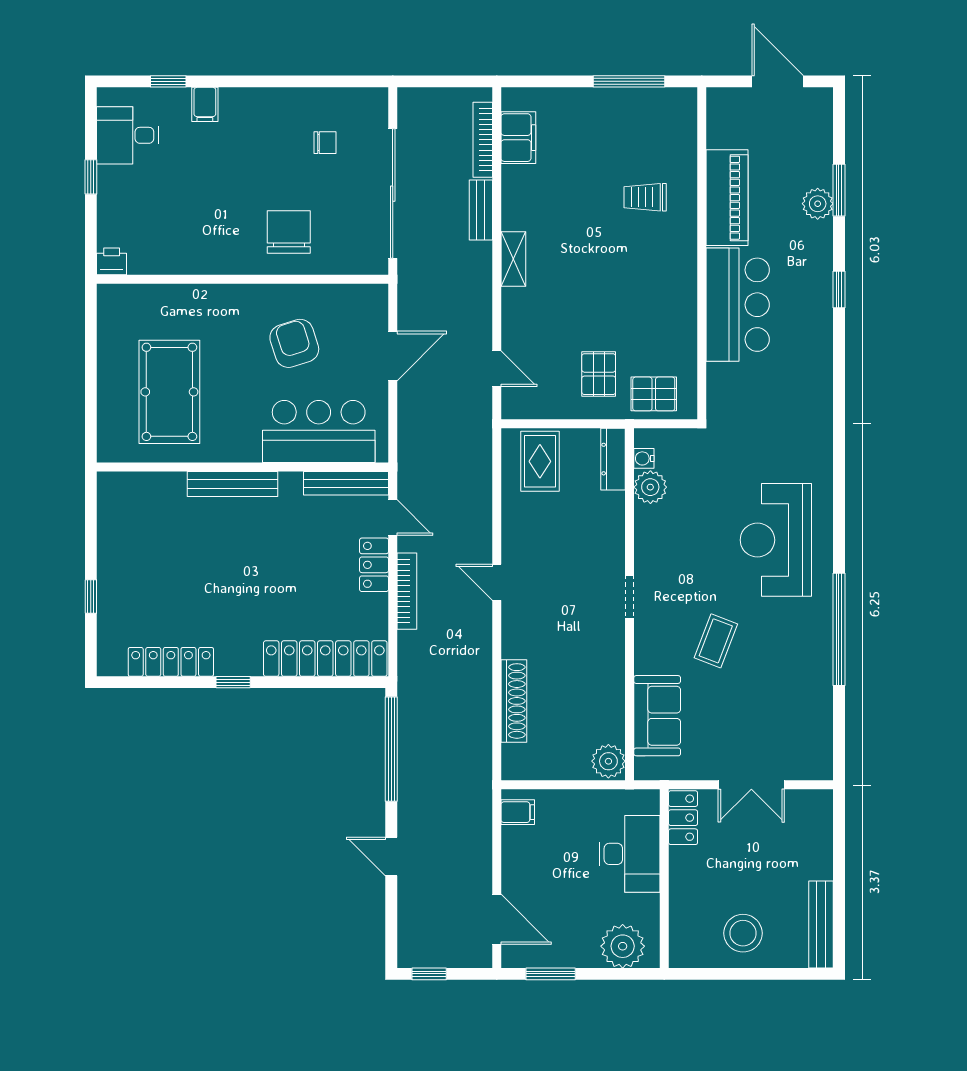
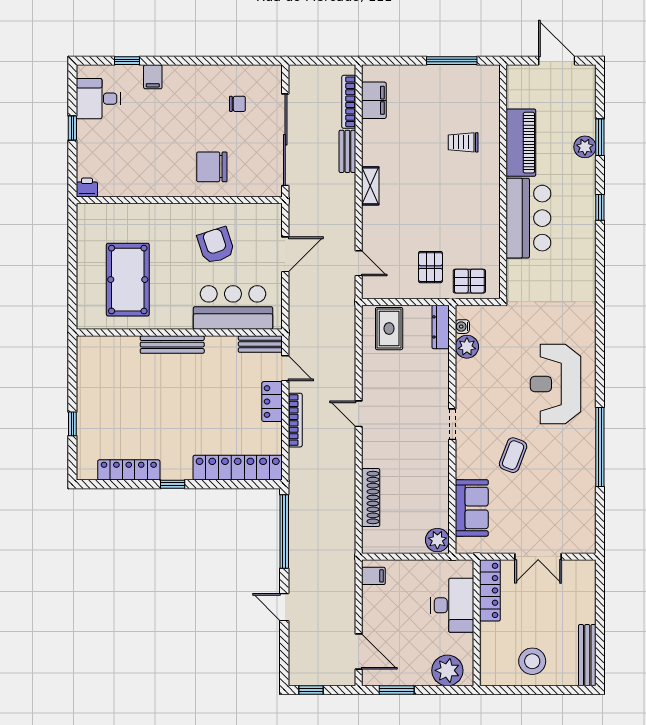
chair: (289, 232) -> (212, 167), turned -90
bench: (346, 483) -> (260, 344), width x0.73
locker: (683, 818) -> (490, 590), width x1.53

